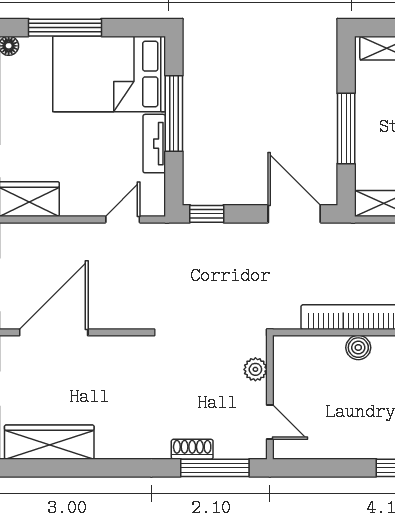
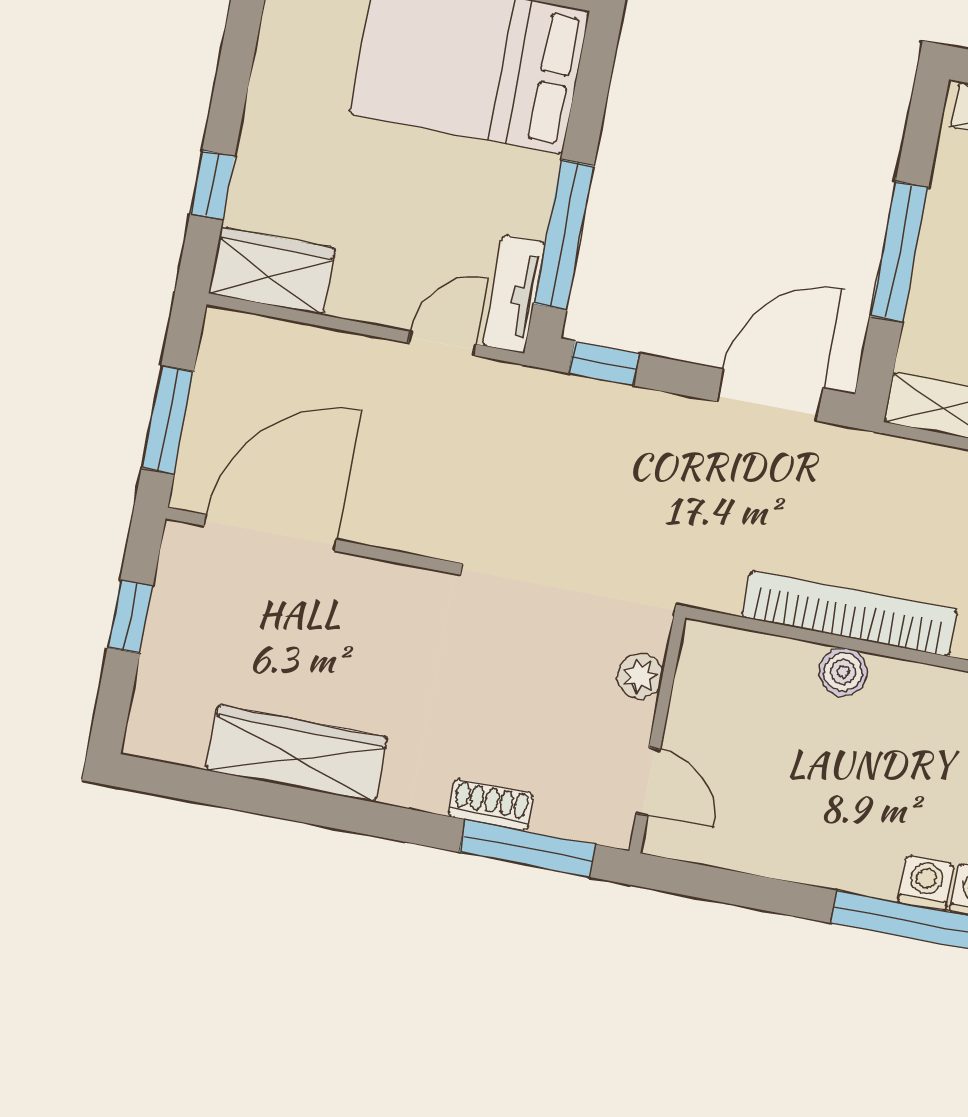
window: (174, 113) -> (564, 235), moved
tv unit: (154, 144) -> (514, 294), moved
door: (294, 214) -> (770, 395), hinge flipped
wardrobe: (49, 442) -> (296, 754), moved

